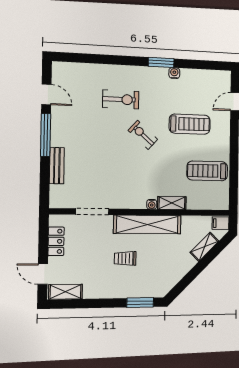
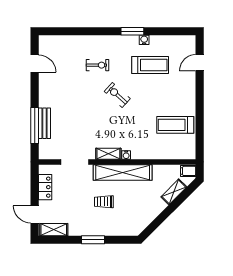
exercise bike: (121, 99) -> (98, 65), width x0.73, depth x0.72
treadmill: (190, 124) -> (150, 65), moved
window: (46, 135) -> (35, 126), moved
shelving: (172, 203) -> (108, 154), moved
window: (140, 303) -> (93, 240), moved

